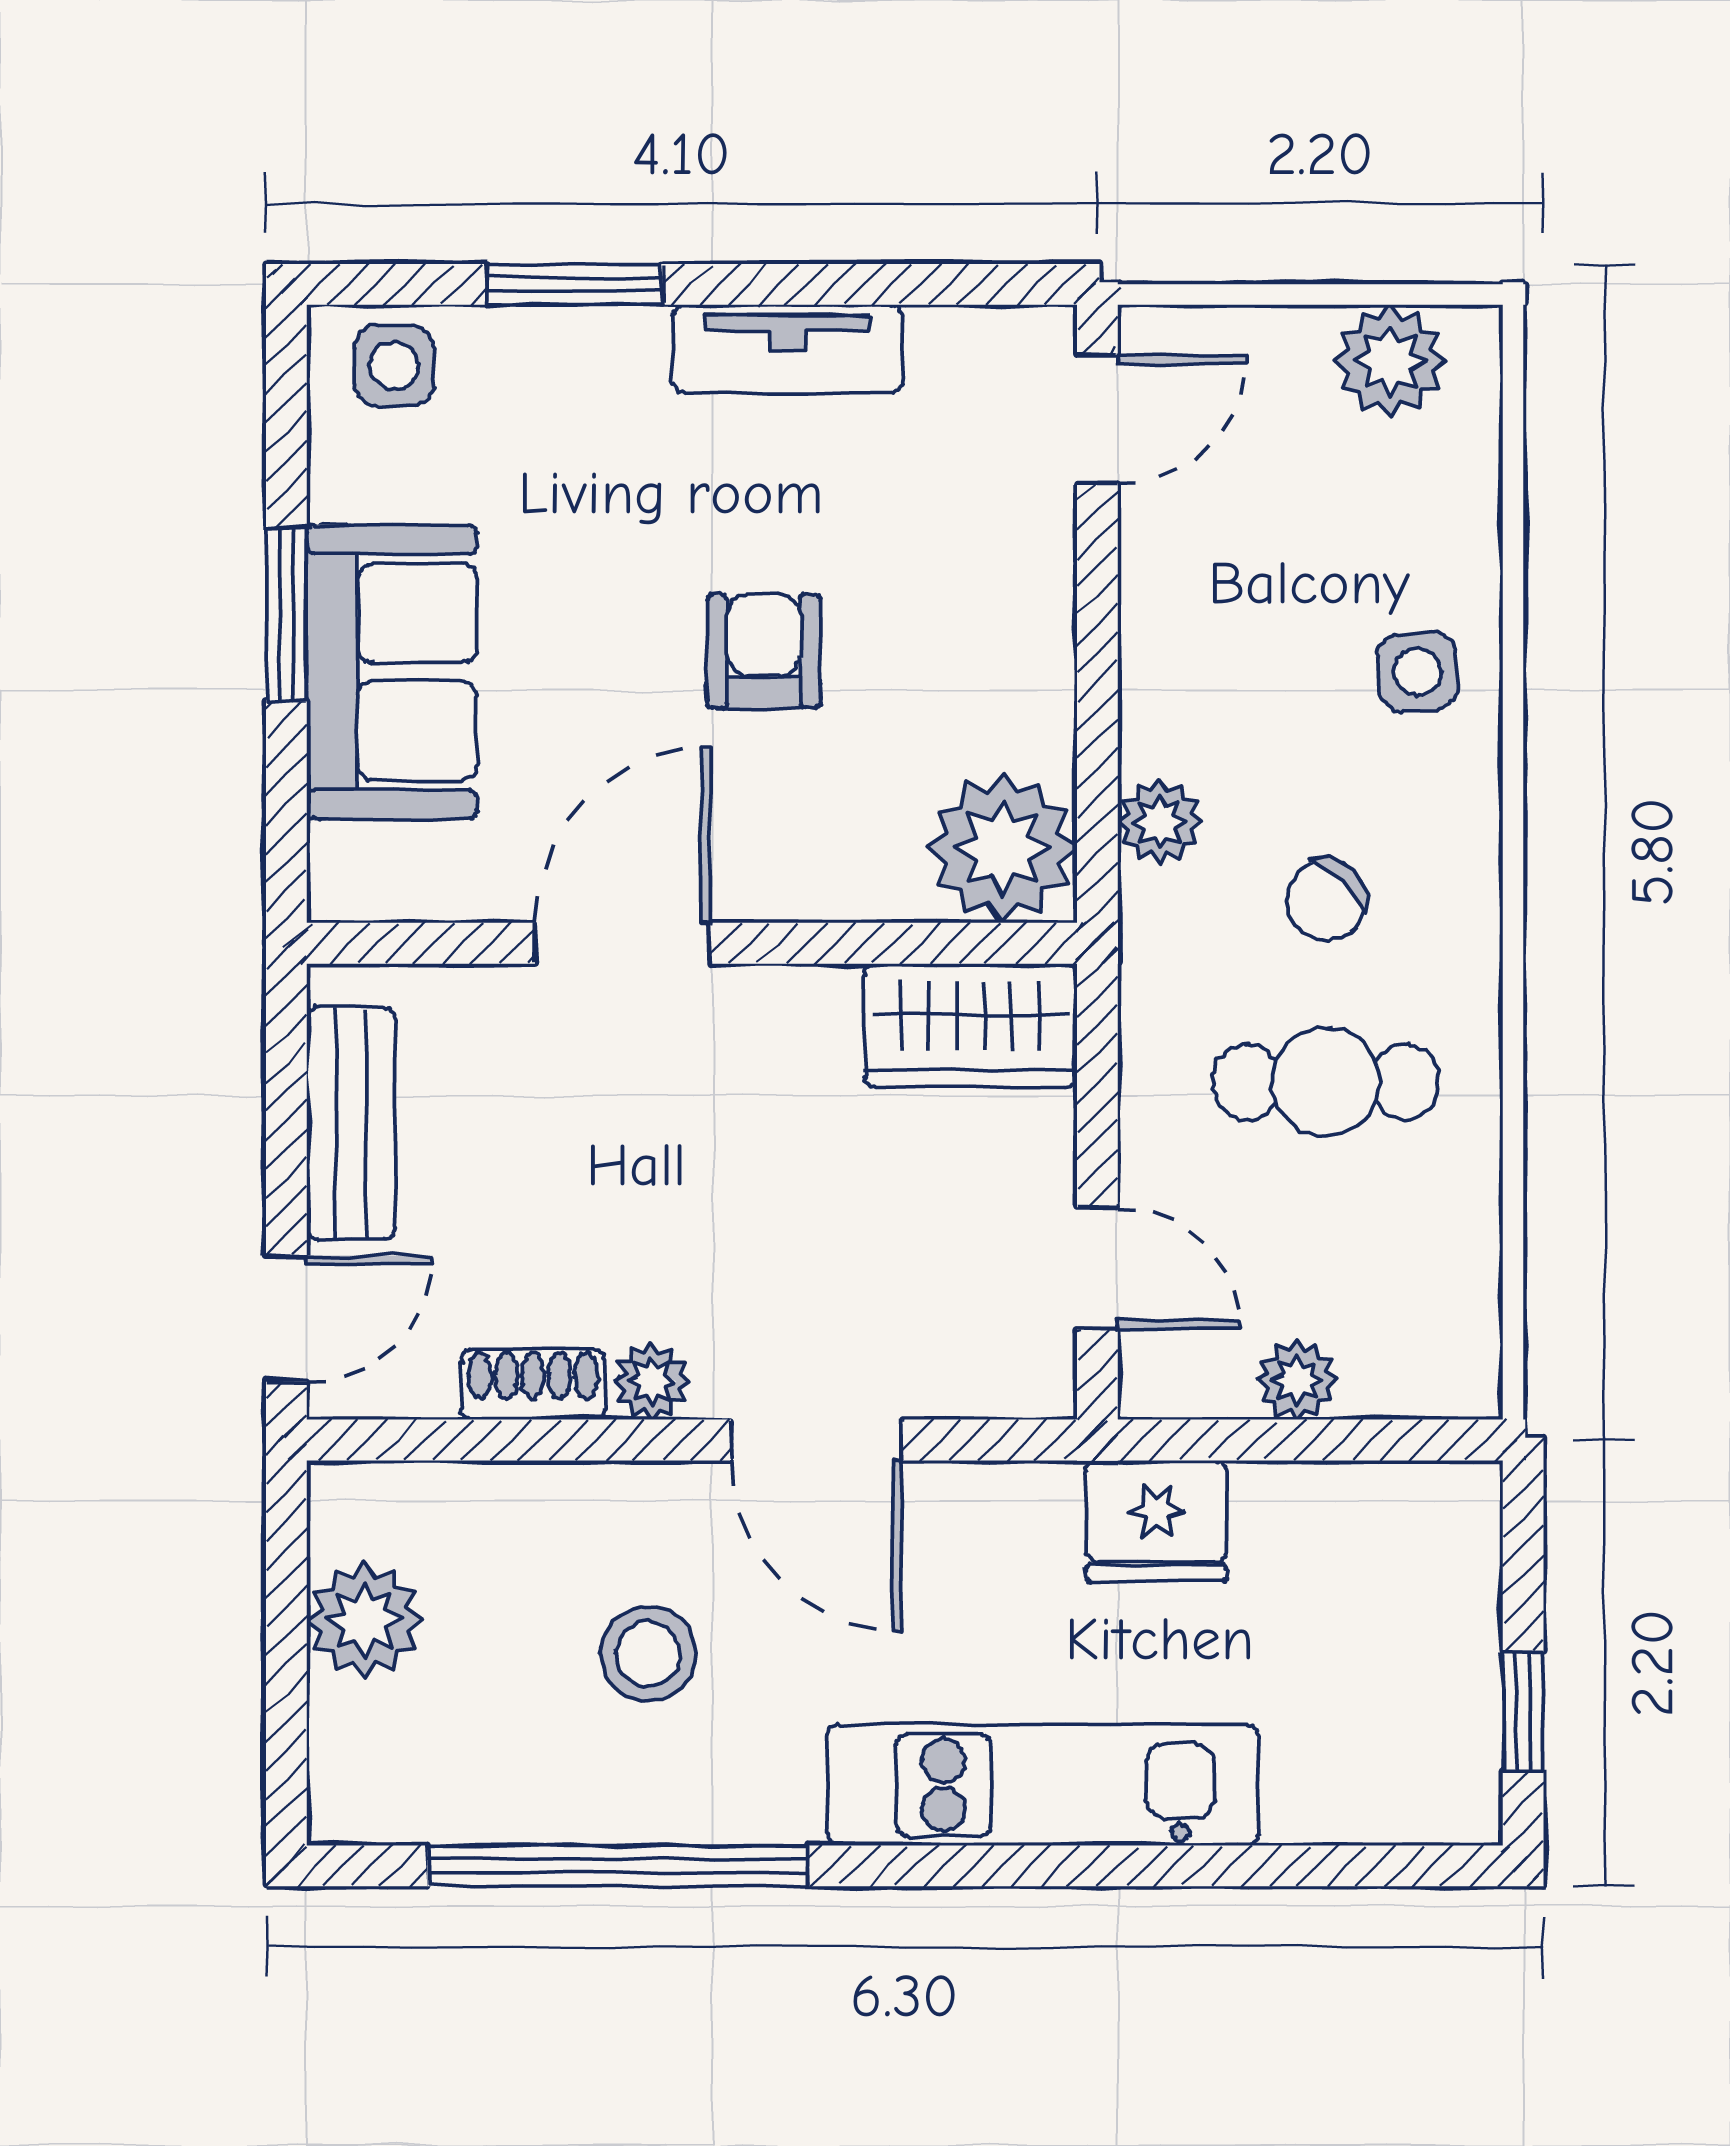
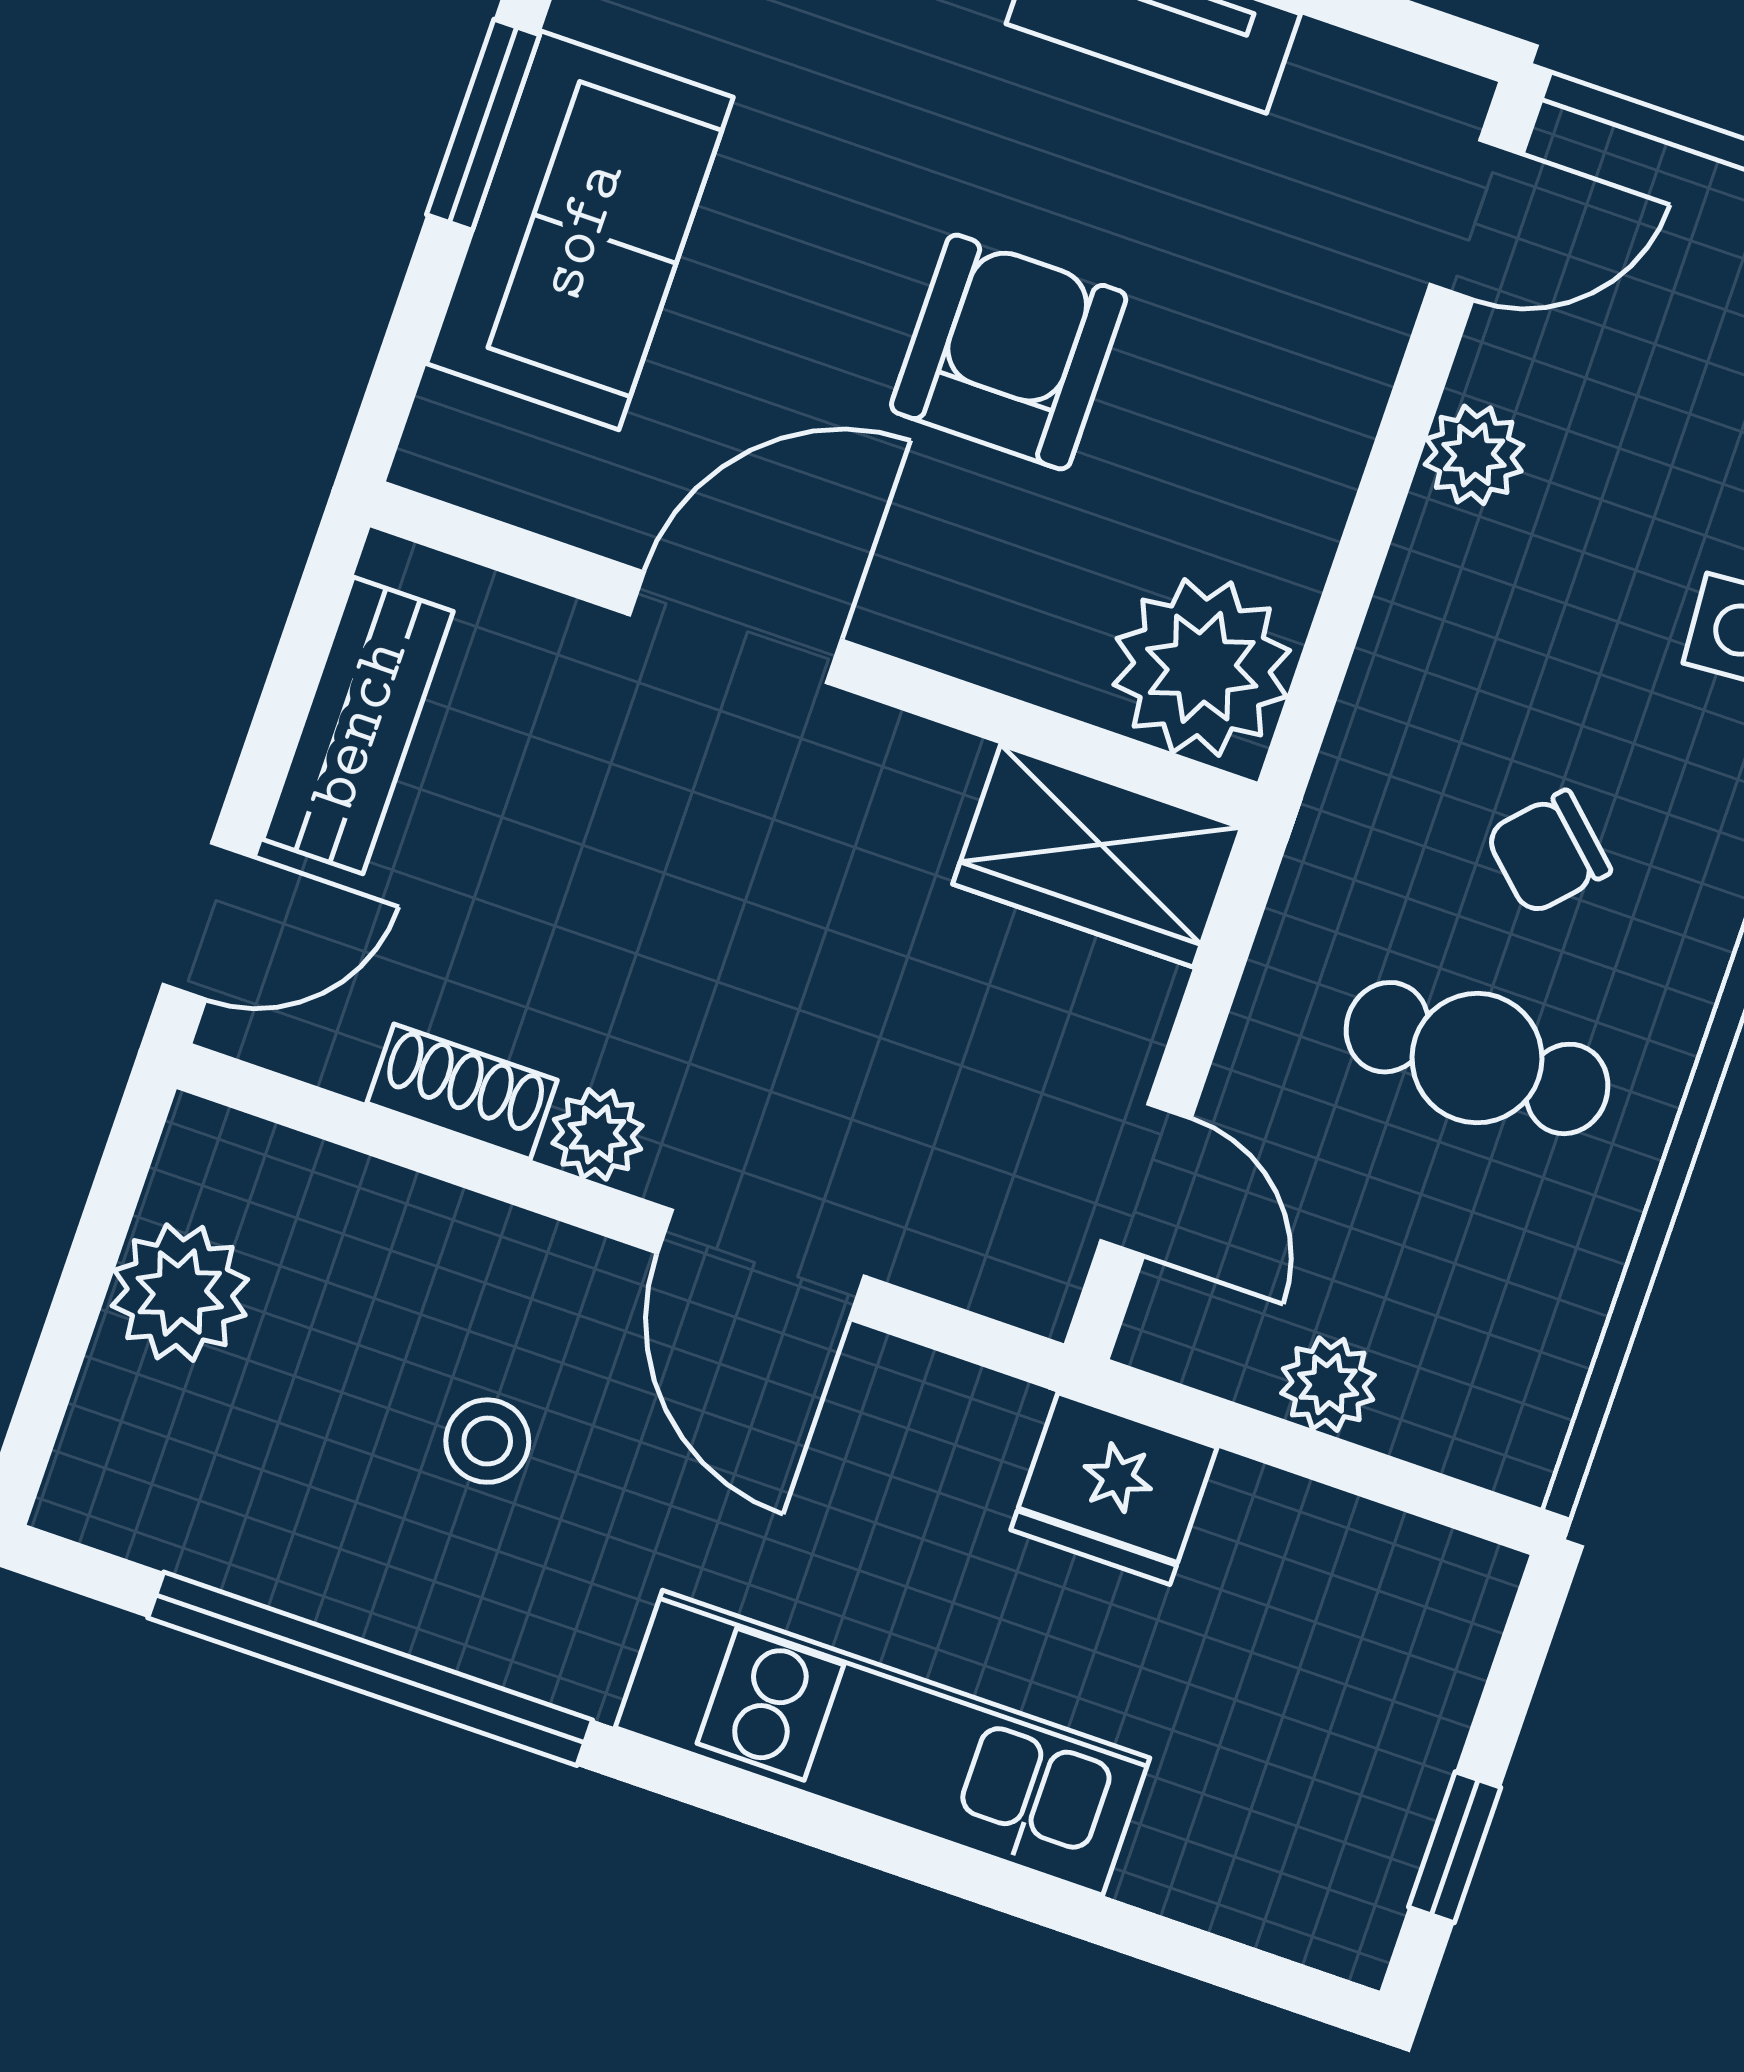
armchair: (764, 651) -> (1009, 352), width x1.38, depth x1.38
plant: (1159, 822) -> (1474, 455), moved
stool: (648, 1654) -> (487, 1441), width x0.73, depth x0.73

